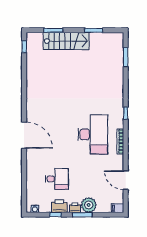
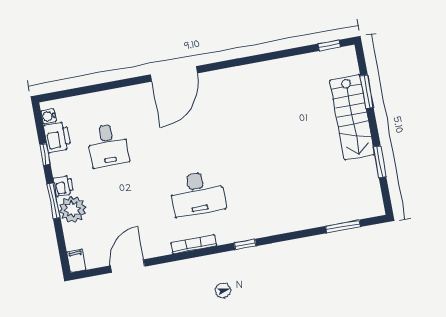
desk: (93, 134) -> (197, 194), width x0.73, depth x0.77
printer: (59, 206) -> (57, 137), moved

